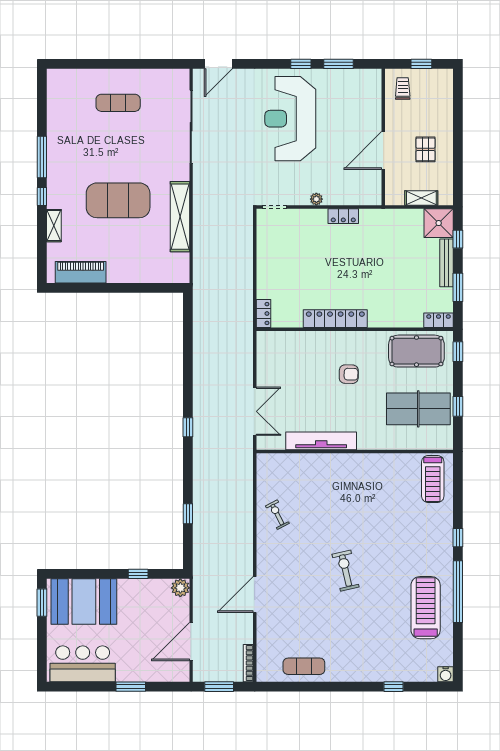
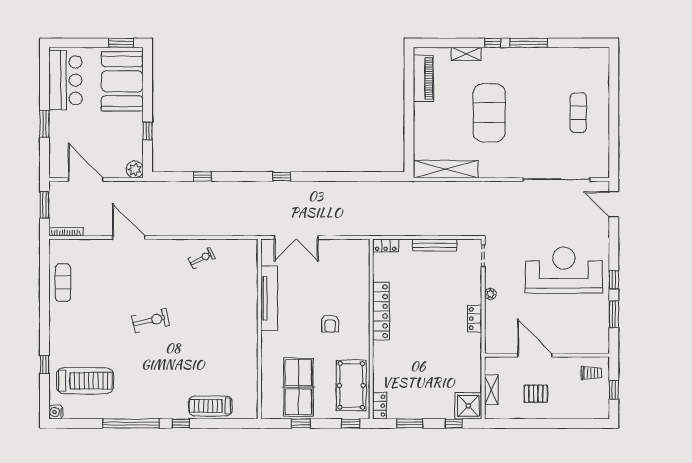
shelving: (180, 217) -> (446, 169), moved
bench: (447, 263) -> (435, 245), moved
treadmill: (433, 479) -> (210, 406), moved
treadmill: (426, 608) -> (85, 381), moved

